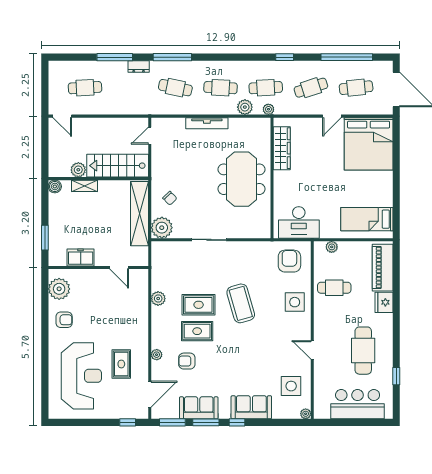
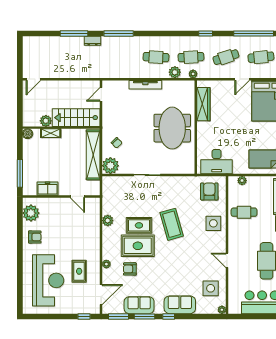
cafe table: (85, 88) -> (51, 57), removed
cafe table: (175, 88) -> (121, 57), removed
door: (62, 116) -> (33, 79), hinge flipped
window: (45, 238) -> (20, 173), width x1.44
rug: (197, 331) -> (138, 246), width x1.36, depth x1.43

